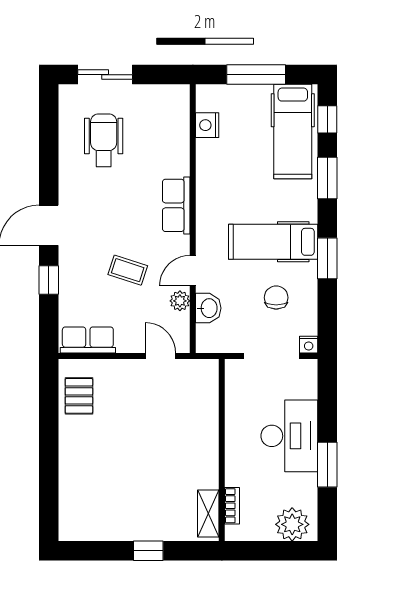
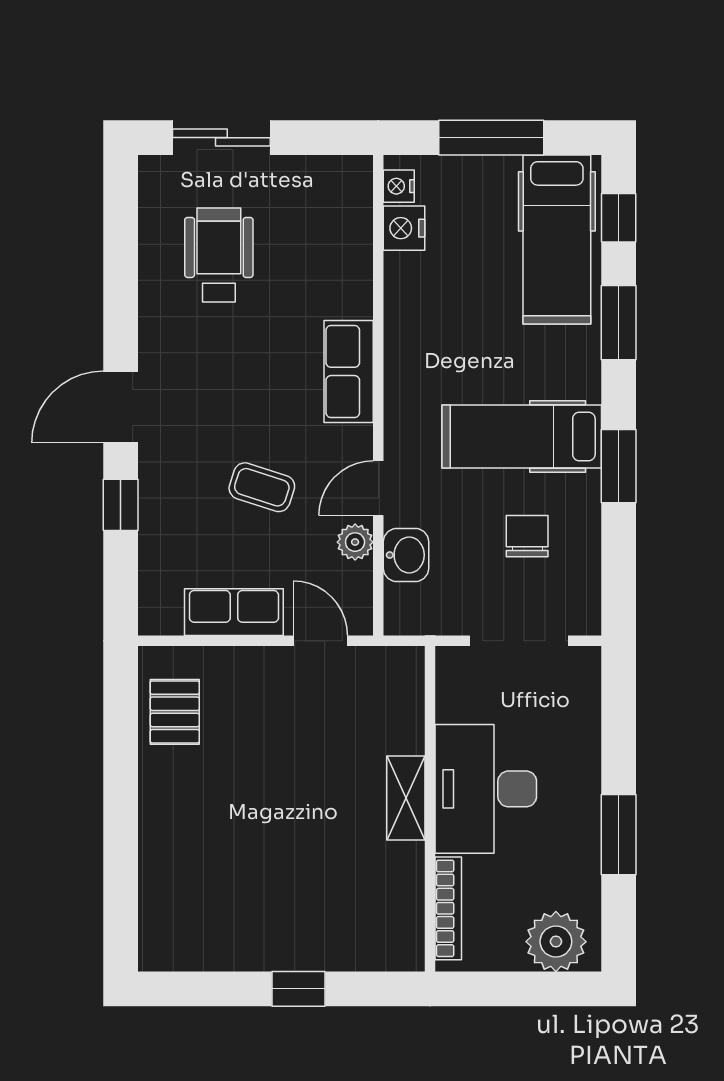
row of seats: (88, 340) -> (234, 612), moved
nightstand: (309, 345) -> (399, 186), moved, turned 90
desk: (289, 436) -> (486, 789), moved, turned 180
bookcase: (232, 506) -> (448, 908), width x1.56
shelving: (208, 513) -> (406, 798), moved

